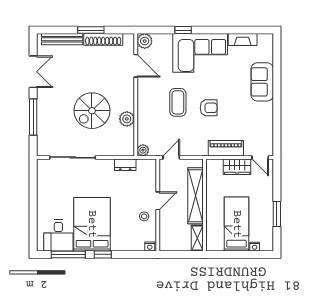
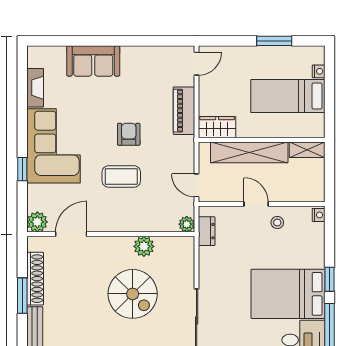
dresser: (125, 165) -> (207, 231), moved
wardrobe: (237, 167) -> (217, 127), moved, turned -90

